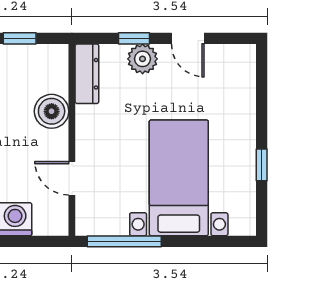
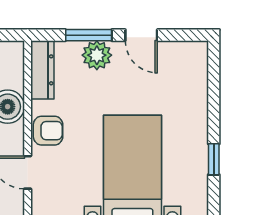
window: (134, 38) -> (89, 35), width x1.50
armchair: (93, 136) -> (48, 131), added

